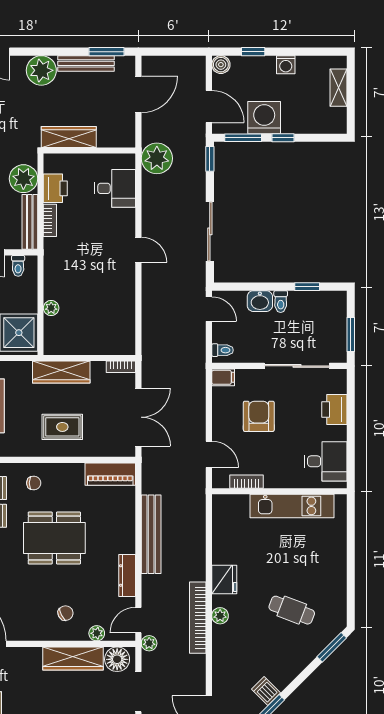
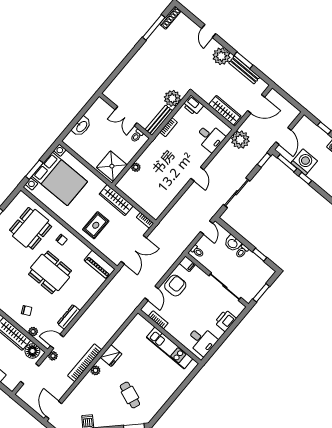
window: (106, 52) -> (243, 60), moved
boiler: (221, 65) -> (305, 122), removed
wardrobe: (69, 137) -> (225, 110), moved
printer: (55, 188) -> (193, 105), moved, turned 90
armchair: (259, 416) -> (175, 286), moved
rug: (62, 427) -> (96, 225), turned 90
bench: (151, 534) -> (95, 307), removed

